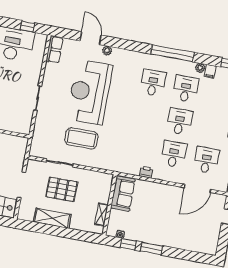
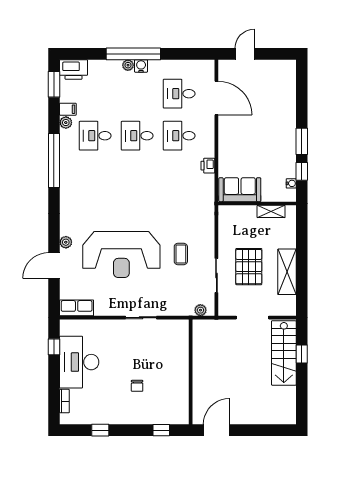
desk: (153, 83) -> (95, 178), removed
coffee table: (81, 138) -> (181, 254), width x0.54, depth x0.58
plant: (35, 146) -> (200, 310), added

